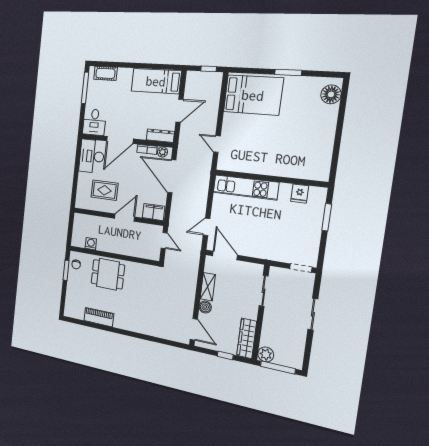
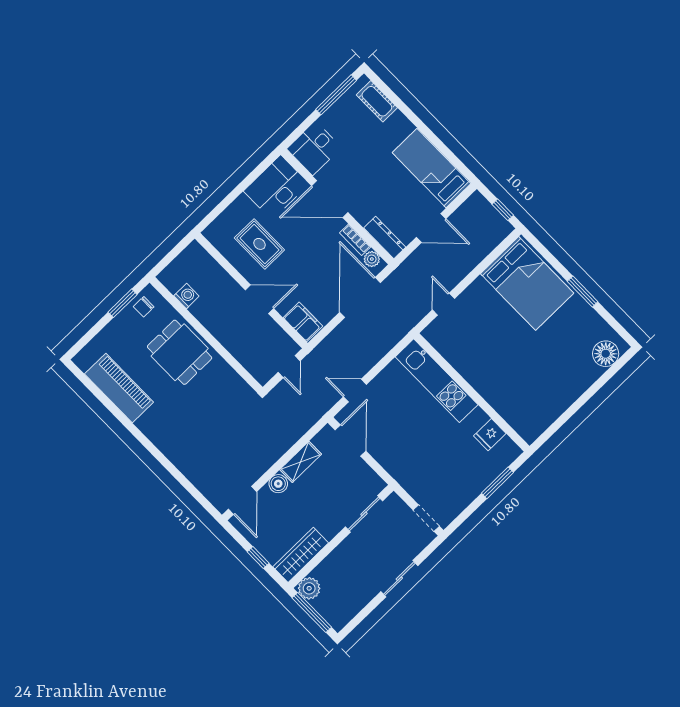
piano: (99, 317) -> (119, 388), width x1.37, depth x1.33

